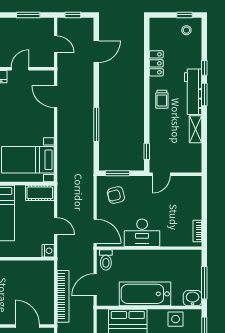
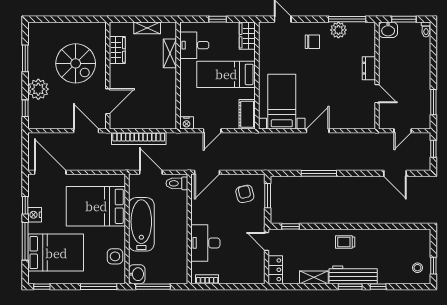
locker: (156, 63) -> (275, 270), moved, turned -90
door: (56, 97) -> (318, 131), moved
desk: (142, 233) -> (205, 243), moved

